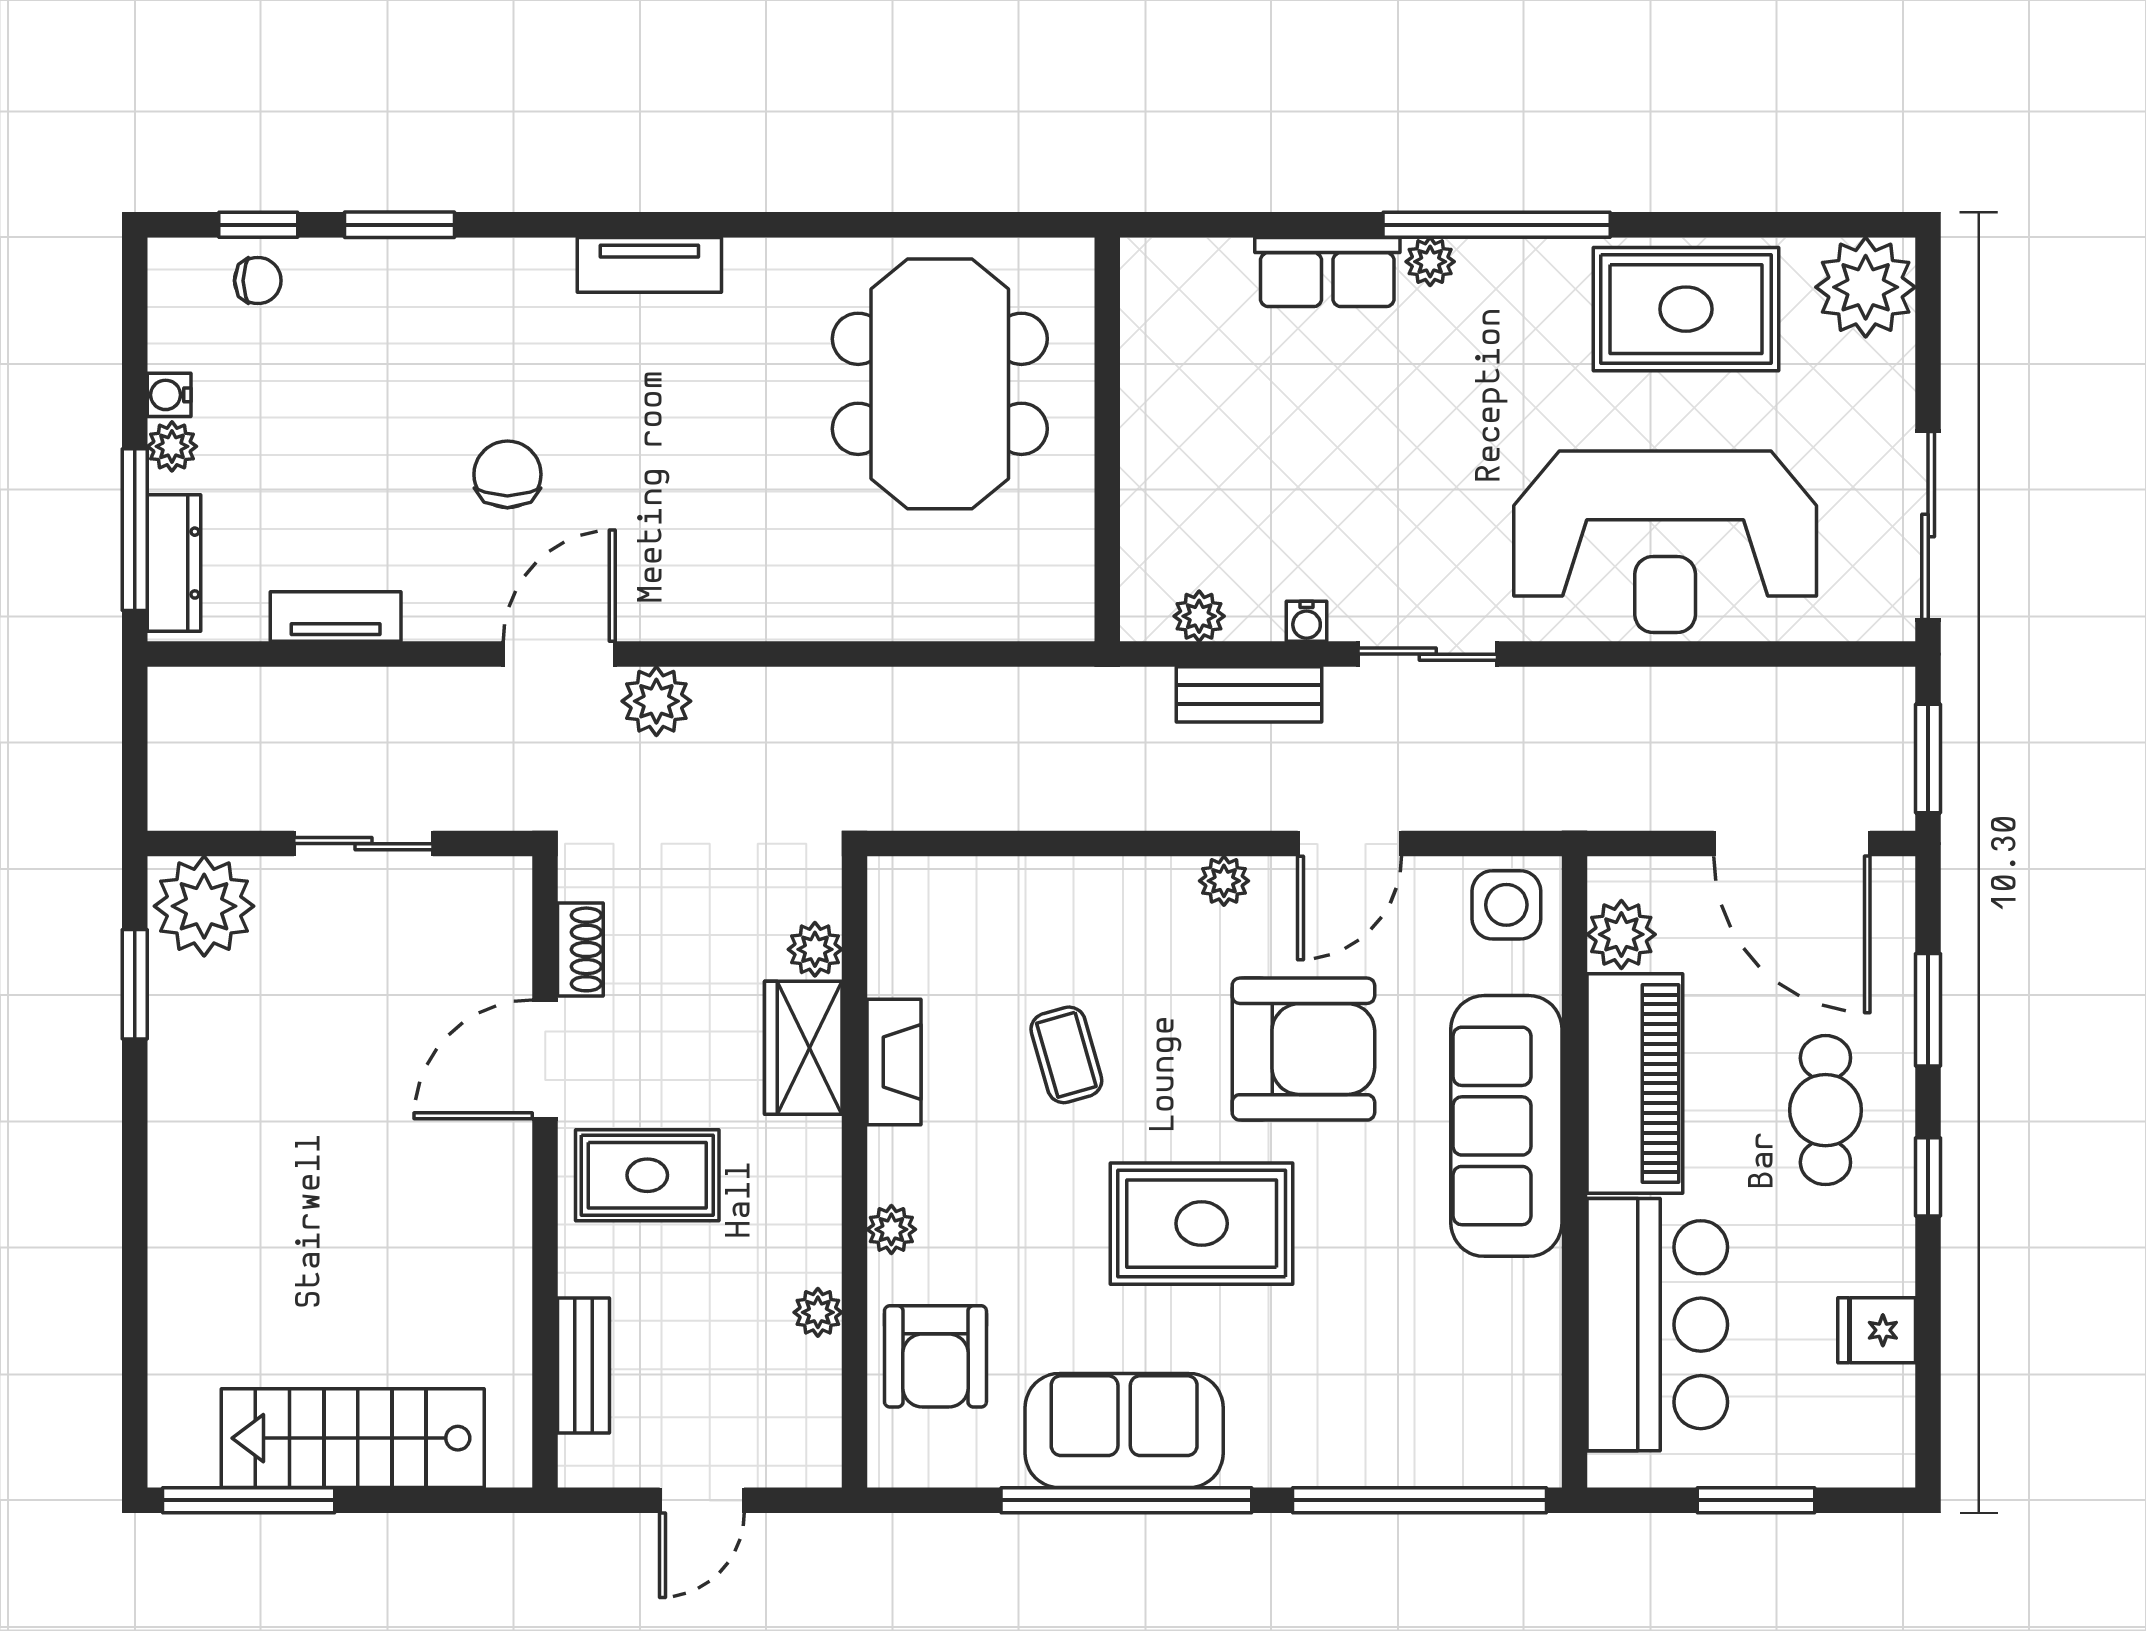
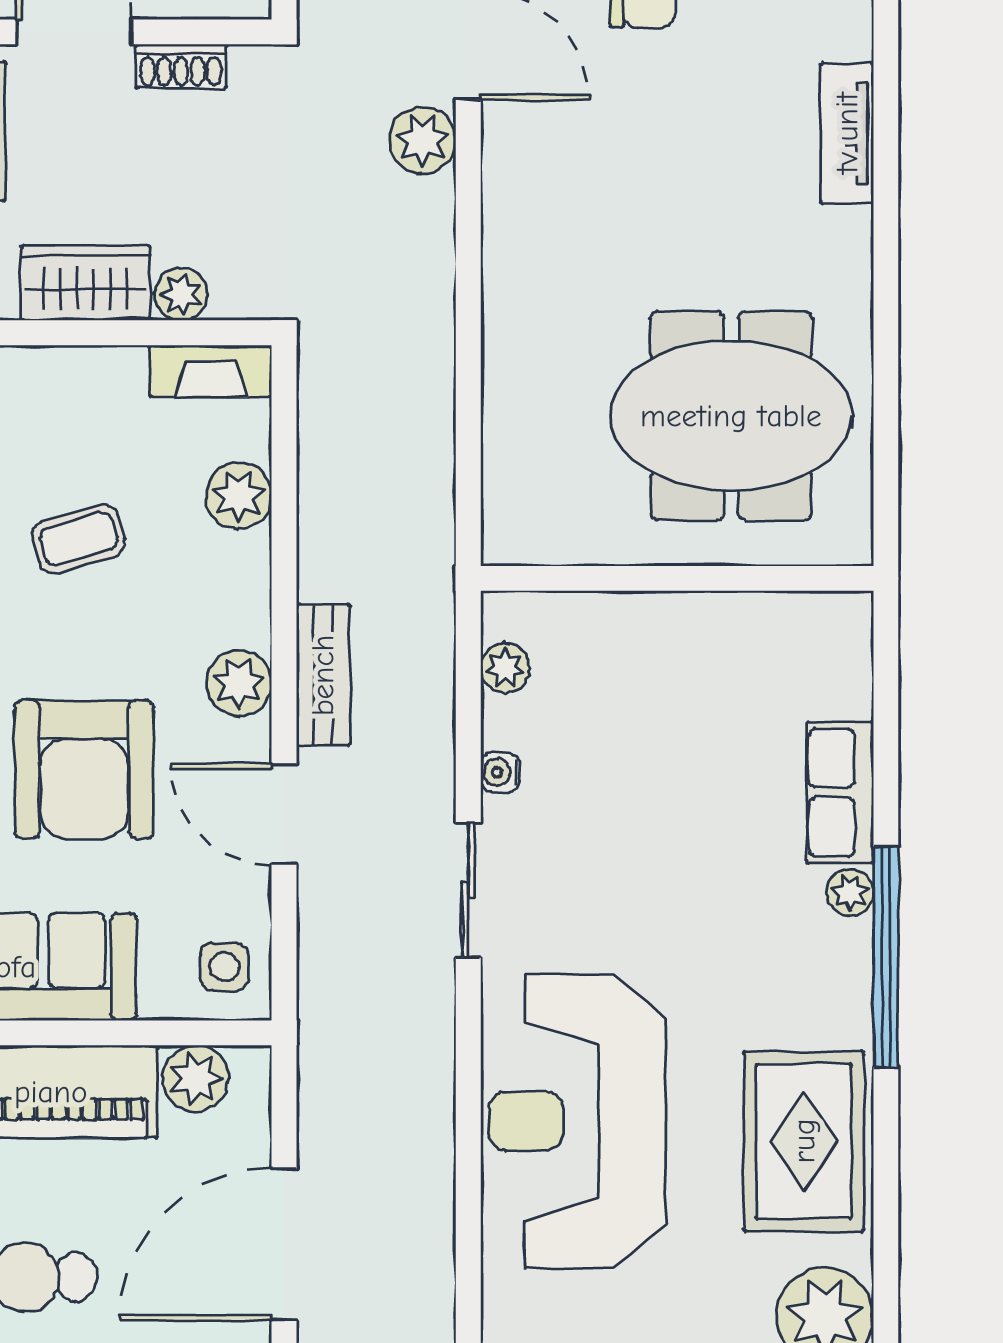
bench: (1249, 694) -> (323, 675), moved
plant: (1224, 881) -> (239, 683), width x1.38, depth x1.38
plant: (1022, 890) -> (238, 496), added
side table: (1506, 905) -> (224, 967), width x0.73, depth x0.73
fireplace: (894, 1062) -> (211, 371), moved

